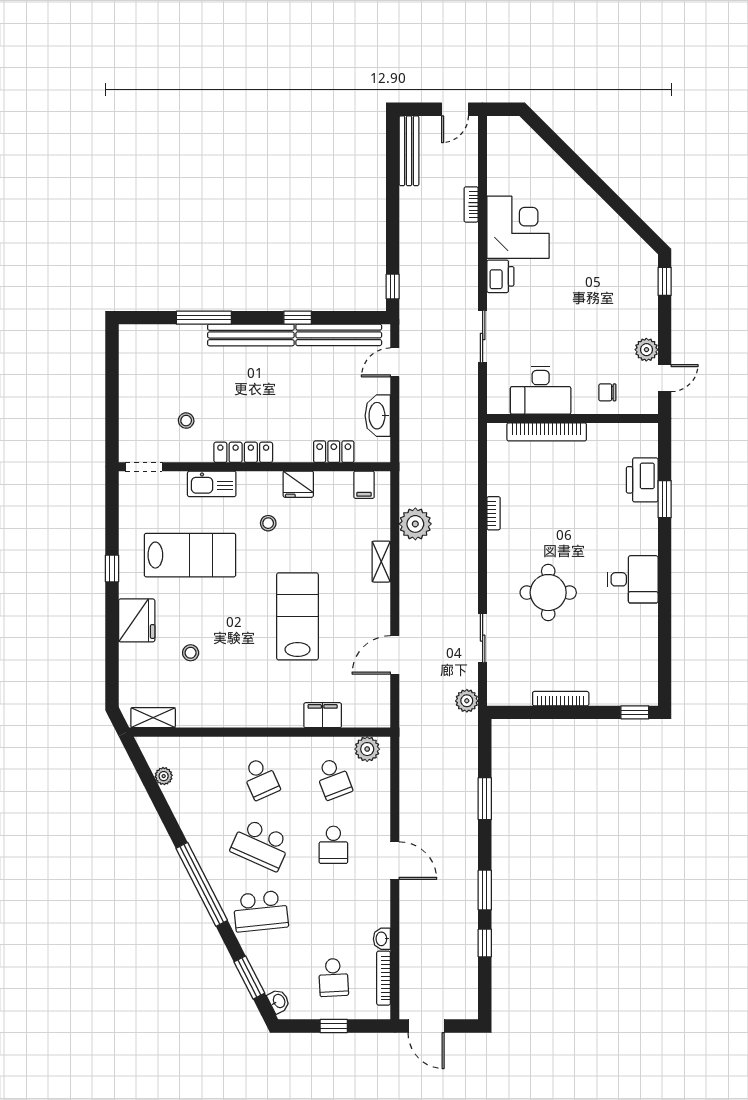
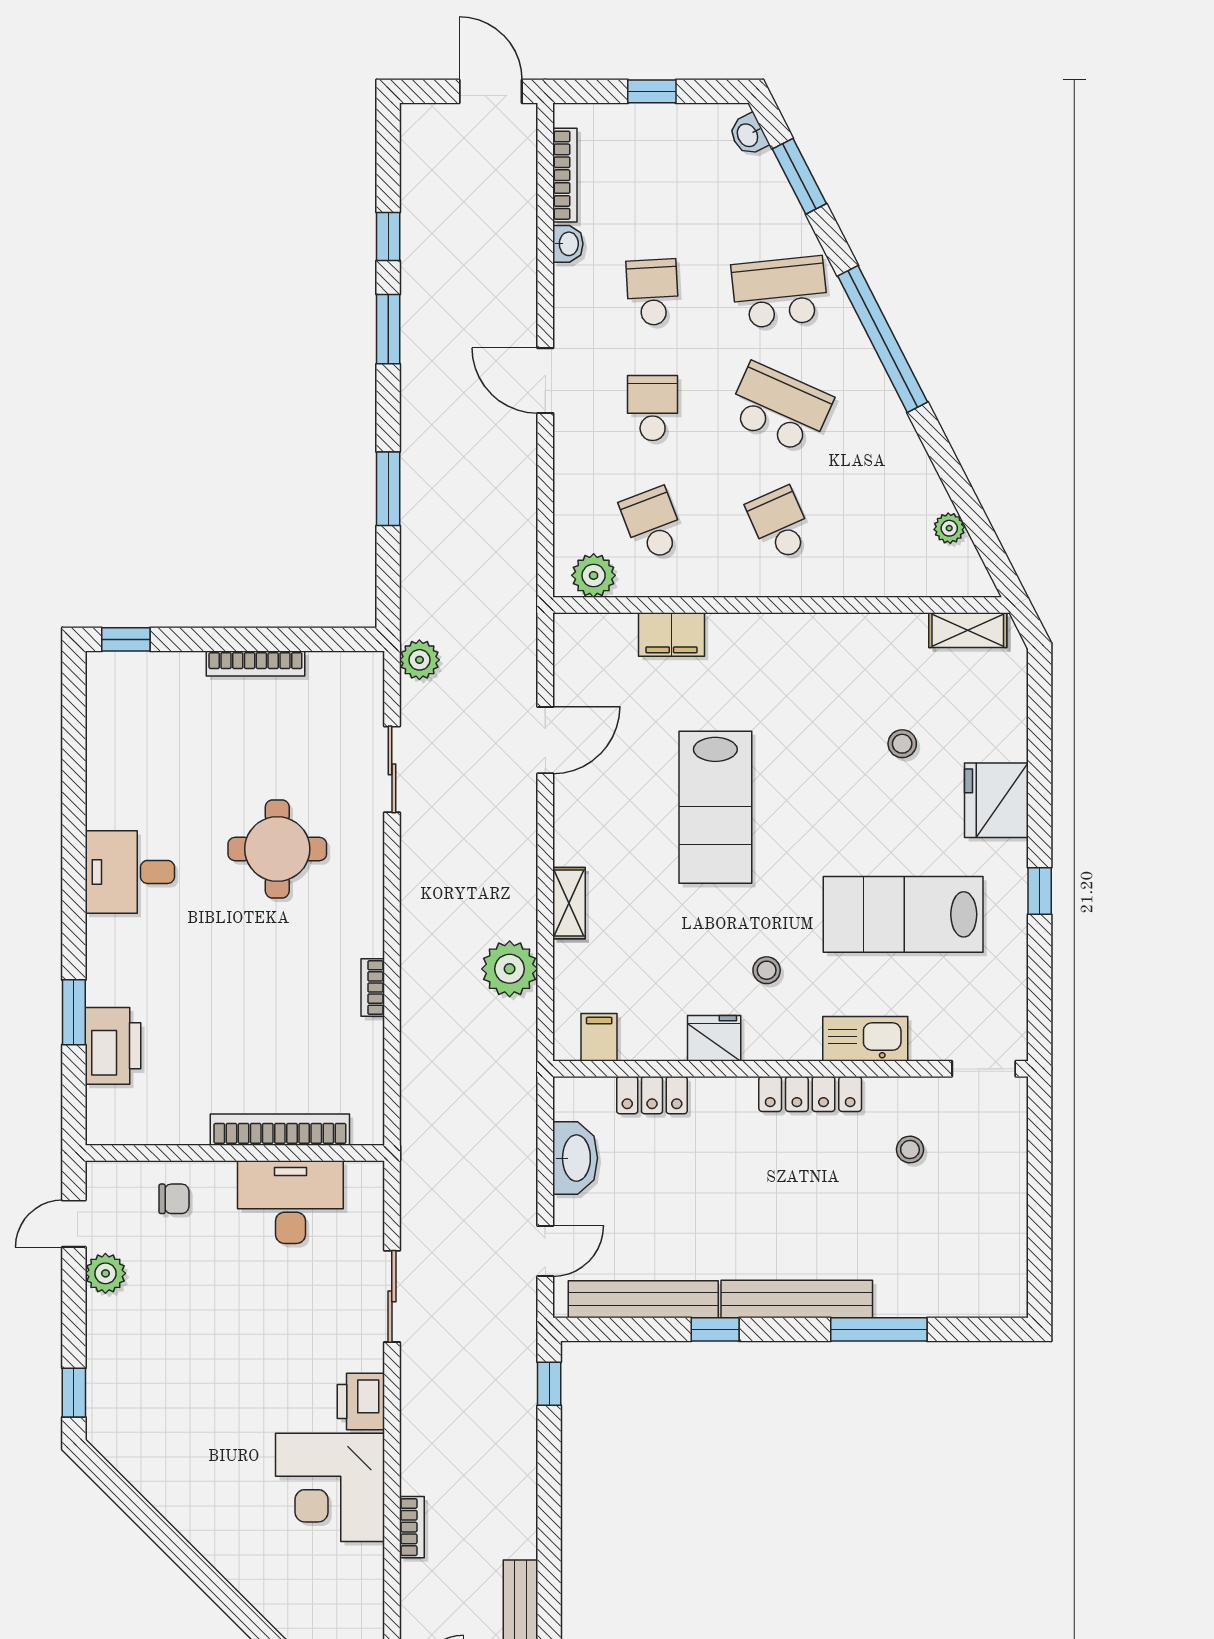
school desk: (333, 977) -> (653, 292), moved

